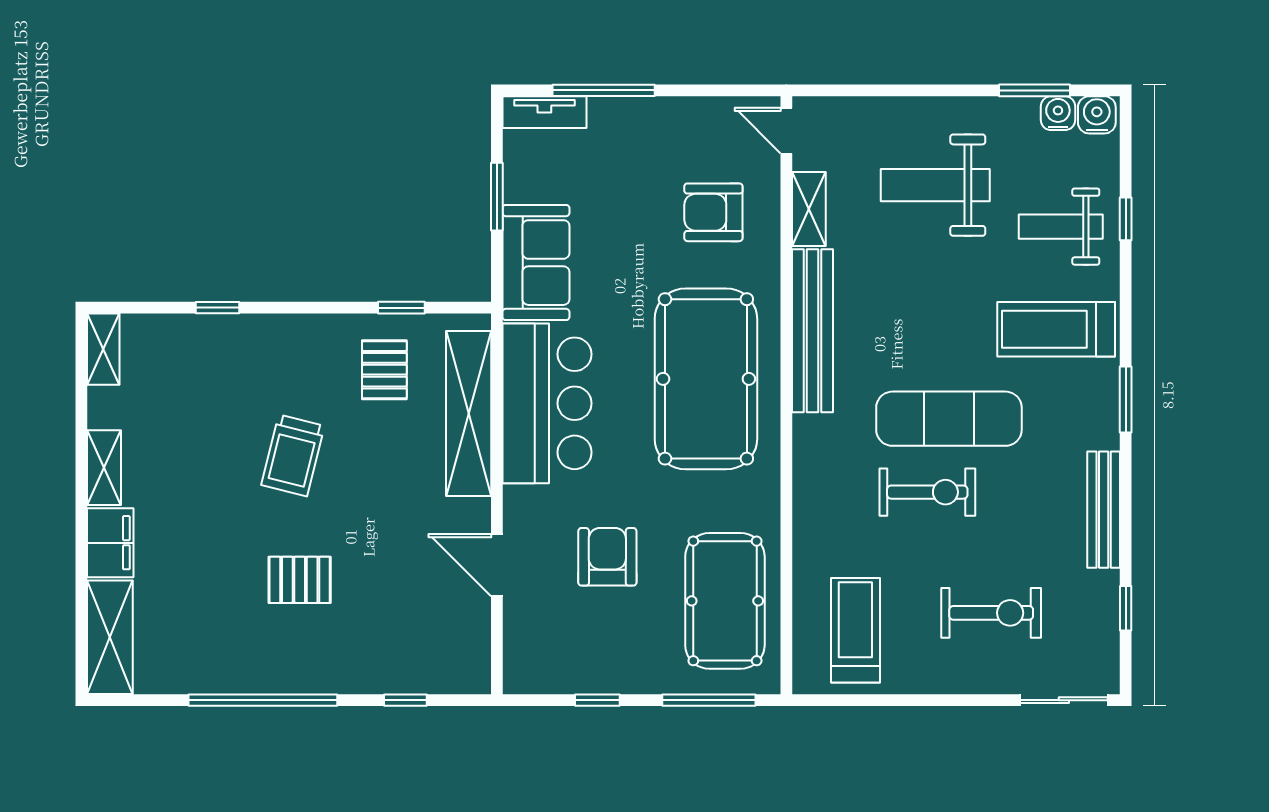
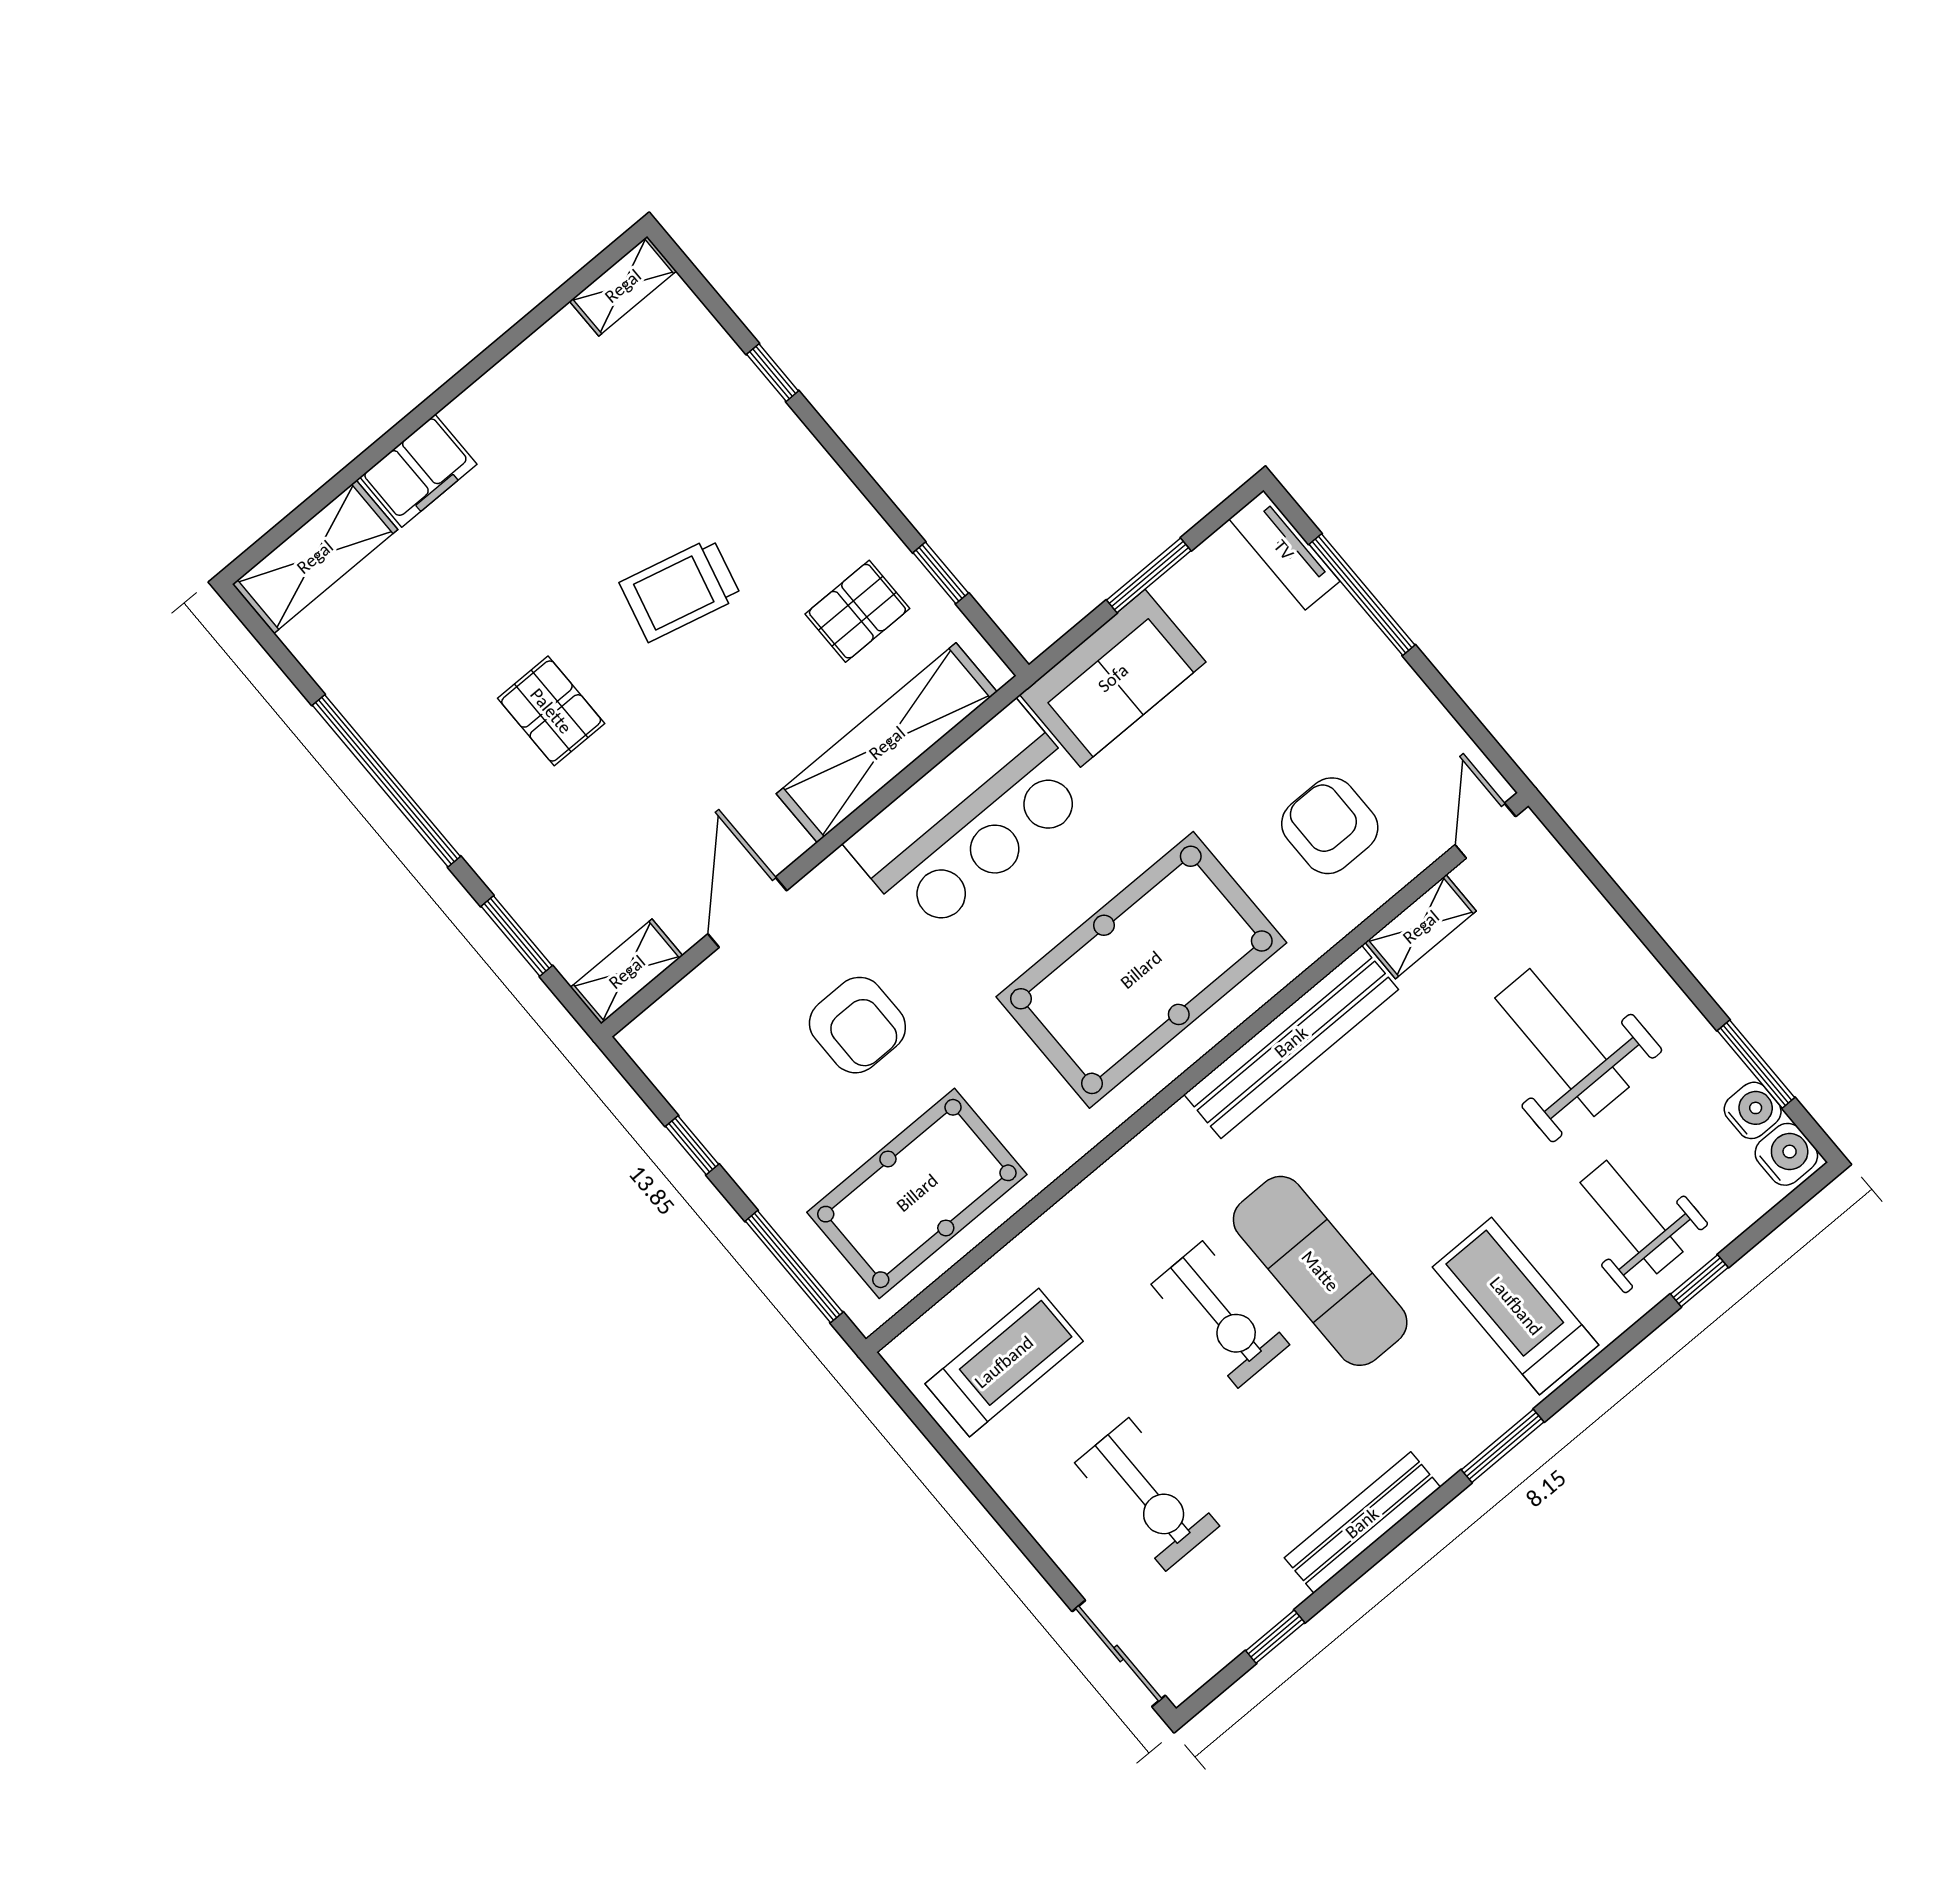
shelving: (104, 468) -> (627, 972), moved
armchair: (607, 557) -> (857, 1025), turned 90
window: (405, 700) -> (517, 936), width x1.50

